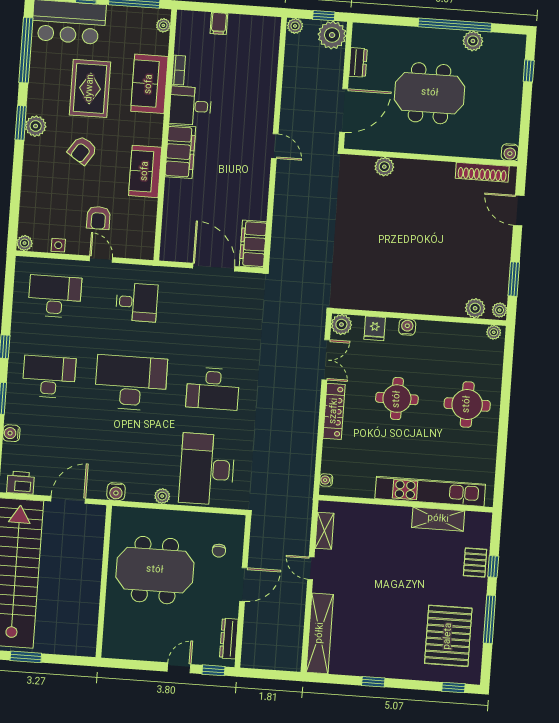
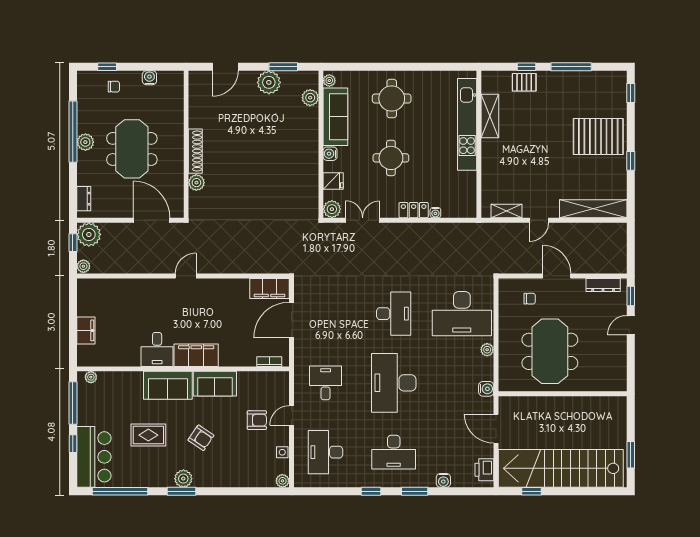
filing cabinet: (219, 23) -> (86, 330), width x2.00
plant: (473, 41) -> (85, 142), moved
dresser: (358, 62) -> (84, 199), moved, turned 90
bookcase: (179, 70) -> (269, 362), moved
chair: (505, 77) -> (114, 87), added
sofa: (149, 84) -> (168, 385), moved
rug: (90, 88) -> (148, 435), width x0.73, depth x0.70
water cooler: (510, 152) -> (149, 78), moved, turned -90
shoe rack: (482, 172) -> (195, 151), moved
plant: (500, 310) -> (269, 82), moved, width x1.88, depth x1.88
sofa: (450, 337) -> (335, 117), added
desk: (49, 377) -> (394, 452), turned -90
locker: (334, 411) -> (414, 210), width x0.66
water cooler: (326, 480) -> (435, 213), moved
pallet: (448, 636) -> (598, 137), moved
door: (179, 668) -> (631, 325), hinge flipped

